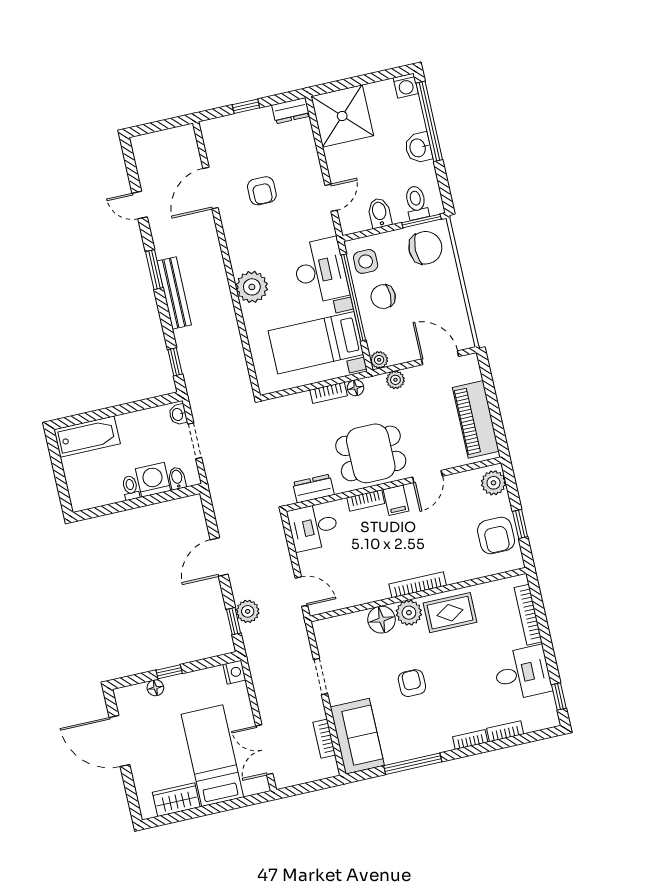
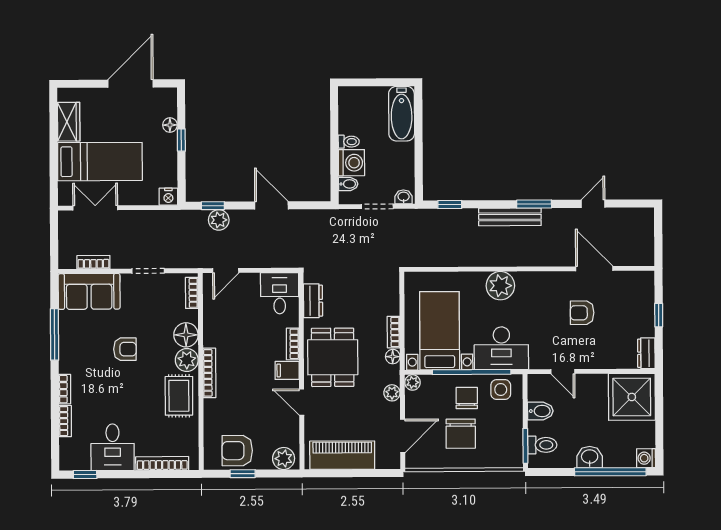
chair: (425, 248) -> (461, 434), moved
bookcase: (334, 623) -> (192, 293), added

